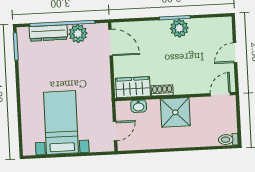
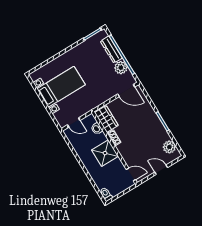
plant: (179, 28) -> (169, 147), moved
door: (111, 43) -> (126, 91), hinge flipped

